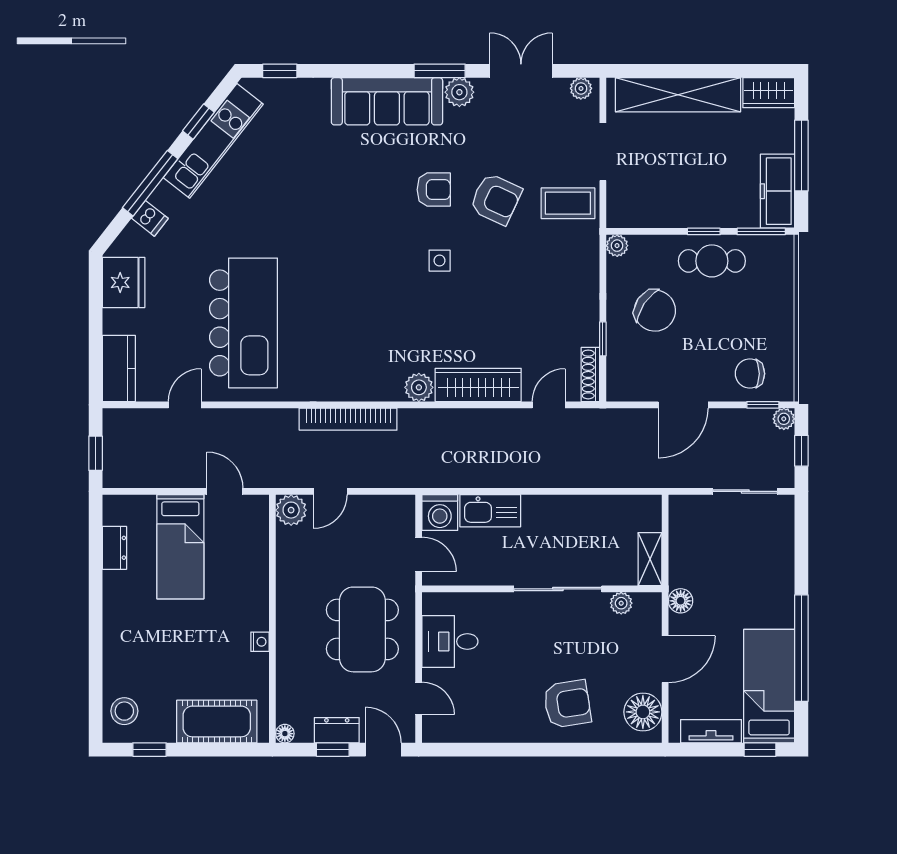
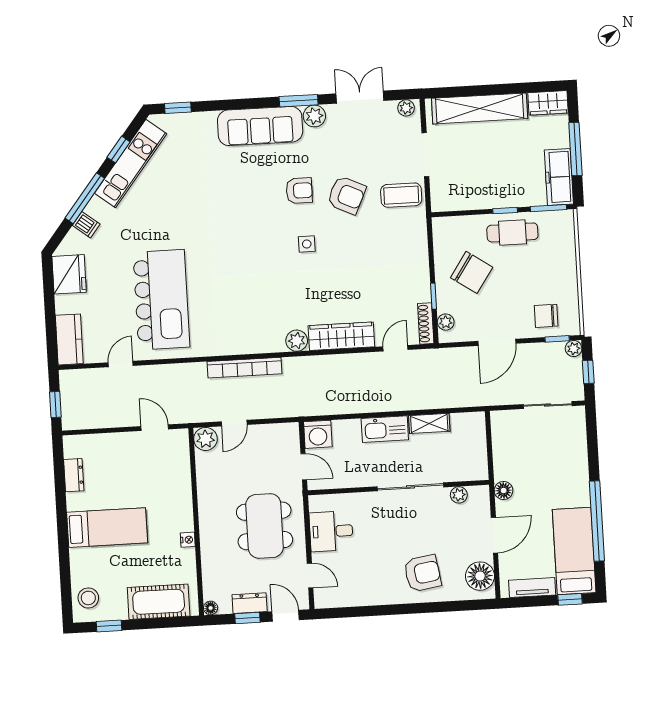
plant: (617, 246) -> (446, 322), moved
kitchen sink: (490, 511) -> (385, 429), moved
bed: (180, 547) -> (107, 528), moved, turned -90
shelving: (650, 559) -> (429, 423), moved, turned 90

